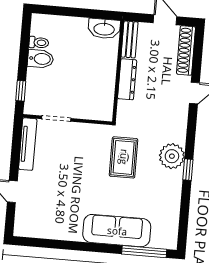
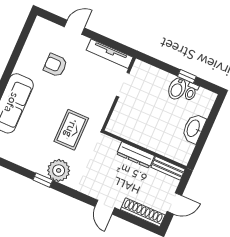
washbasin: (104, 29) -> (194, 128), moved
window: (21, 91) -> (187, 76), moved
rug: (124, 157) -> (71, 130), turned 90
armchair: (60, 198) -> (55, 65), added

